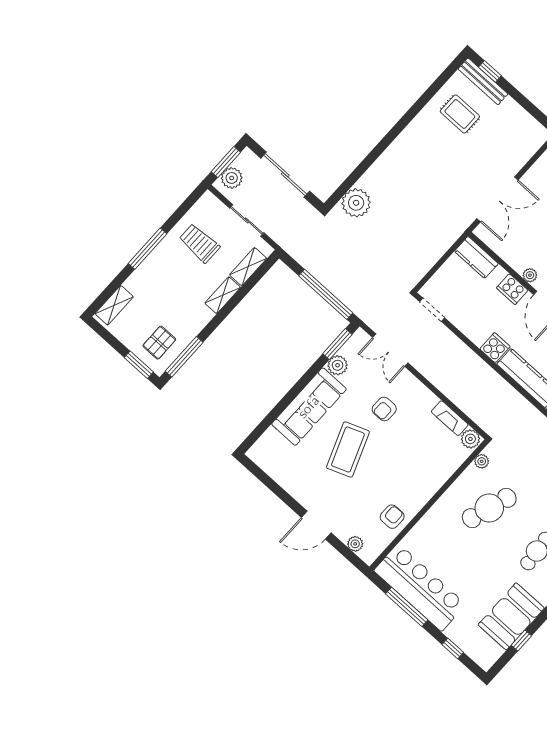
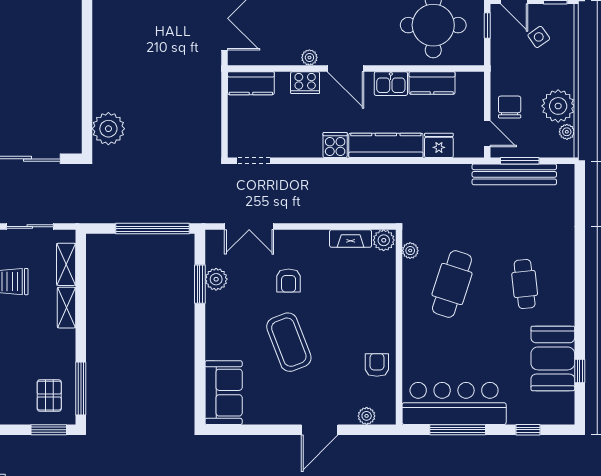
window: (337, 344) -> (200, 284), moved
sofa: (309, 407) -> (224, 393), moved, width x0.73

